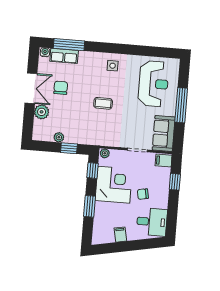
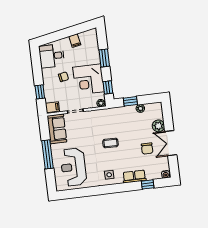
window: (69, 45) -> (148, 184), width x0.46
row of seats: (64, 56) -> (134, 176), moved

